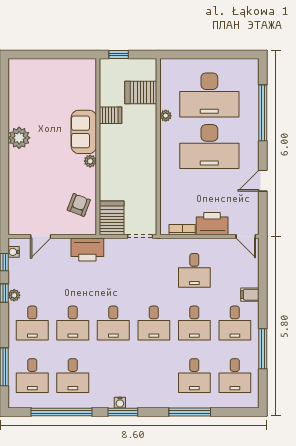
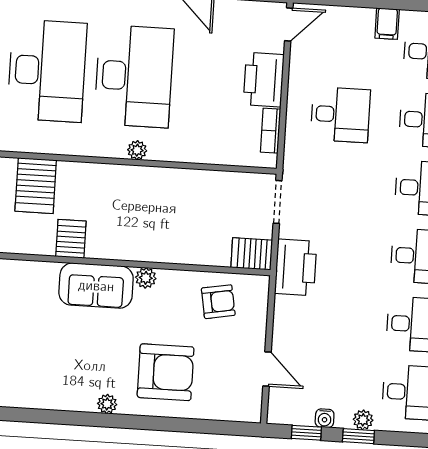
plant: (166, 116) -> (137, 150), moved
plant: (19, 138) -> (107, 404), width x0.53, depth x0.53
armchair: (35, 176) -> (166, 372), added
armchair: (79, 205) -> (218, 302), turned 149
server rack: (112, 218) -> (252, 254), width x0.73, depth x0.70
printer: (87, 250) -> (296, 267), moved
water cooler: (14, 252) -> (325, 418), moved

